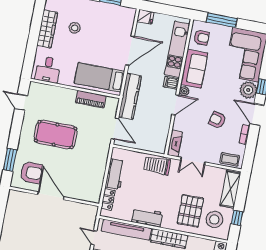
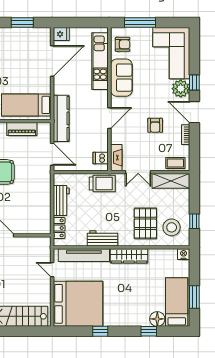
door: (130, 51) -> (52, 61), moved
dishwasher: (171, 83) -> (101, 158), moved
plant: (184, 91) -> (116, 102), removed
armchair: (217, 120) -> (155, 125), turned -104
trolley: (157, 165) -> (102, 183), turned 180
shelving: (230, 189) -> (171, 181), moved, turned 90

